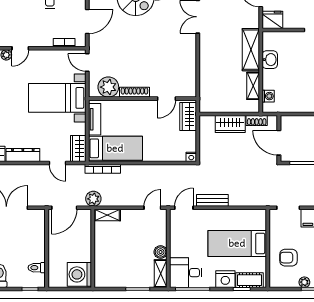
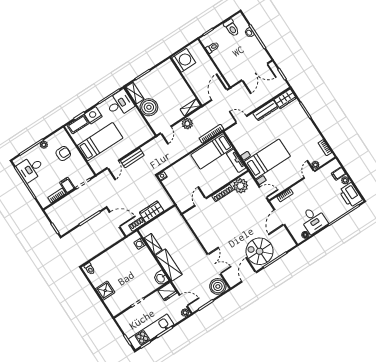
washbasin: (270, 60) -> (161, 278), moved
wardrobe: (188, 116) -> (180, 199), removed
wardrobe: (78, 149) -> (234, 136), removed
plant: (93, 199) -> (187, 124), moved
door: (184, 208) -> (113, 164), moved
boiler: (161, 252) -> (149, 107), width x1.86, depth x1.86

